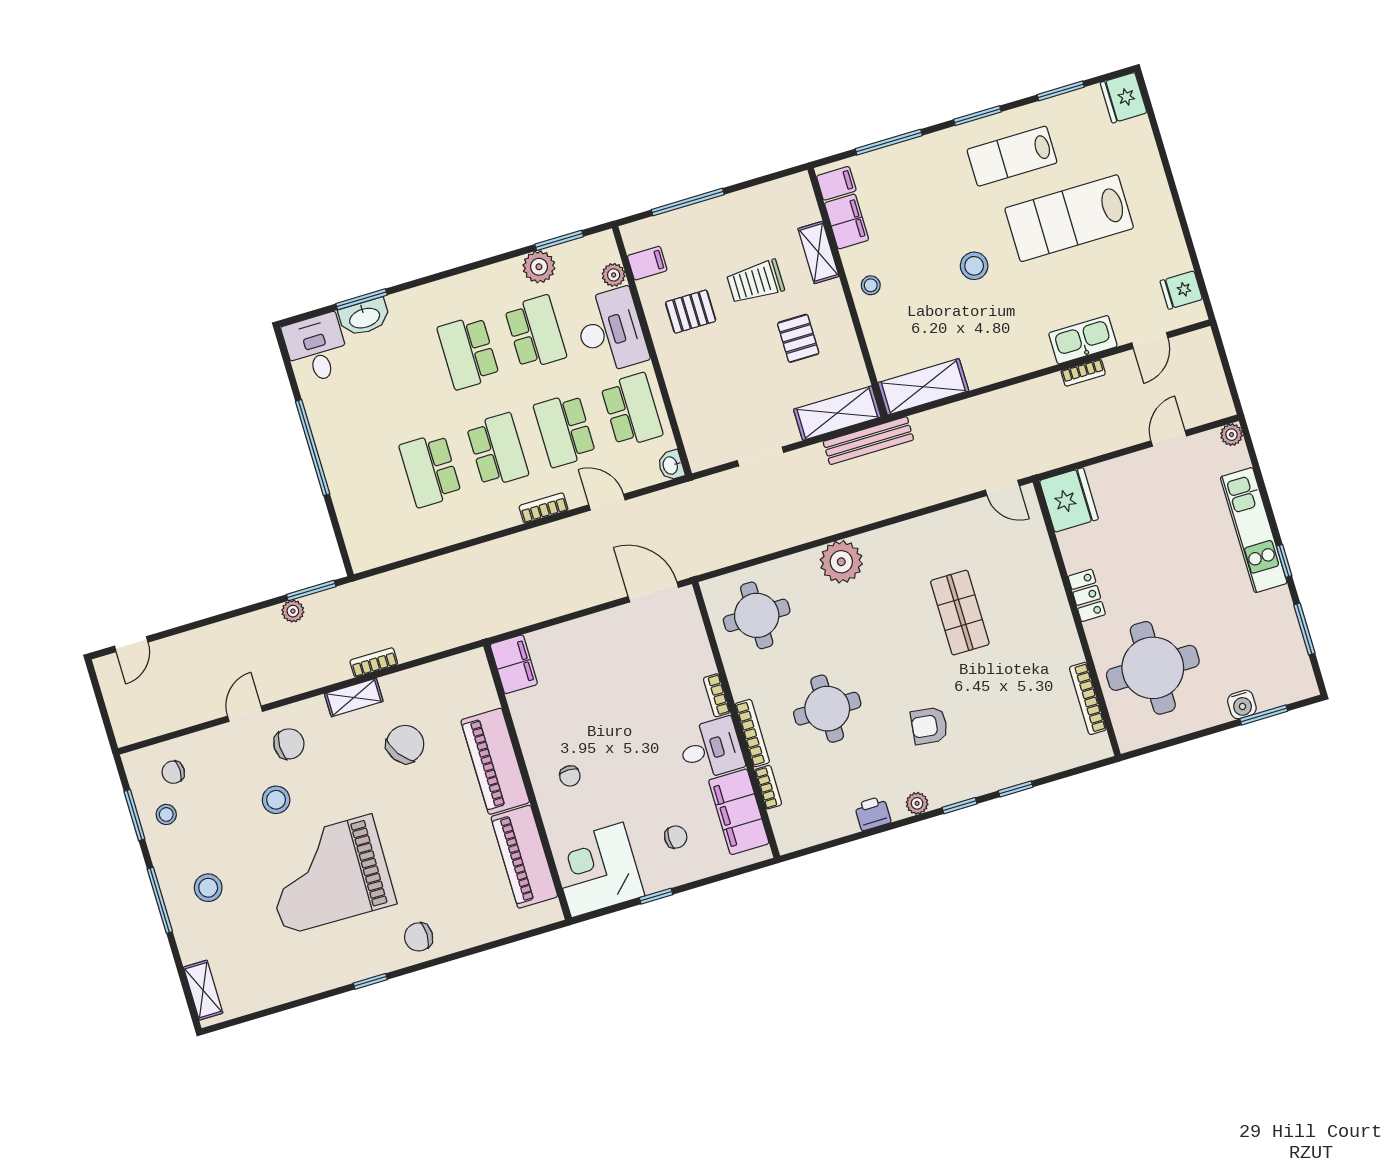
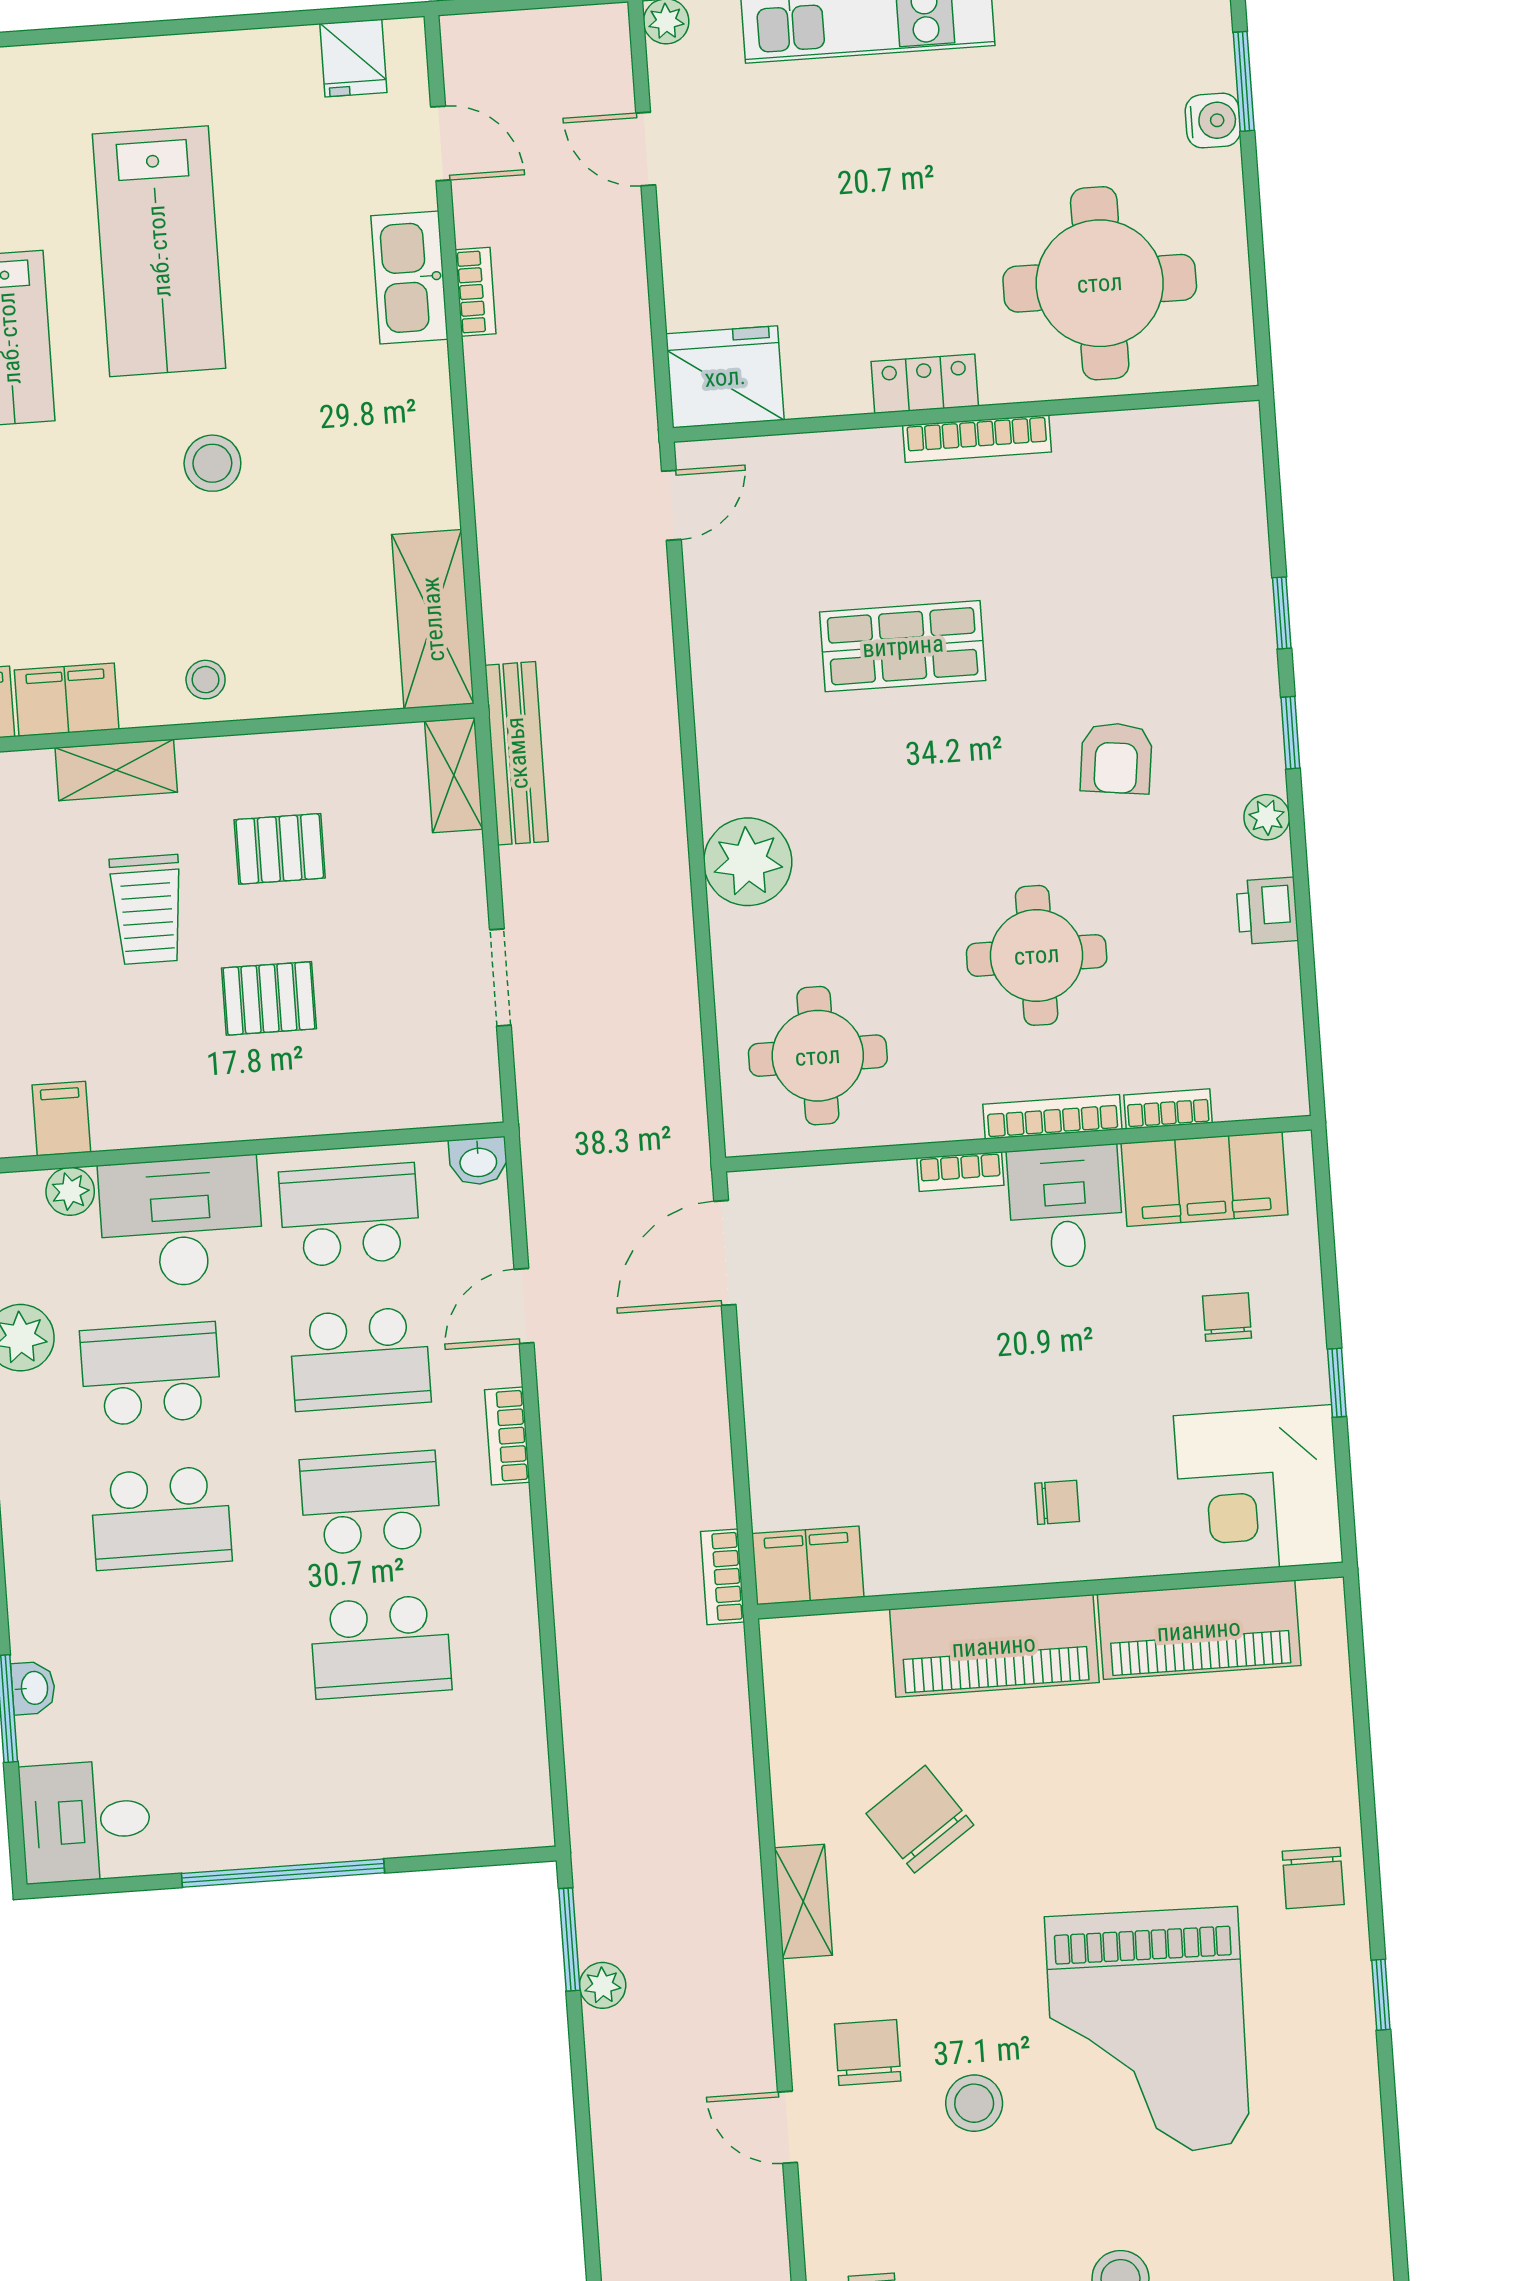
pallet: (691, 312) -> (269, 998), moved, turned 90
washbasin: (364, 317) -> (33, 1688), width x0.52, depth x0.69
shelving: (837, 413) -> (454, 775), width x0.67, depth x0.75
bookcase: (374, 662) -> (723, 1577), moved
bookcase: (1088, 698) -> (977, 439), moved

